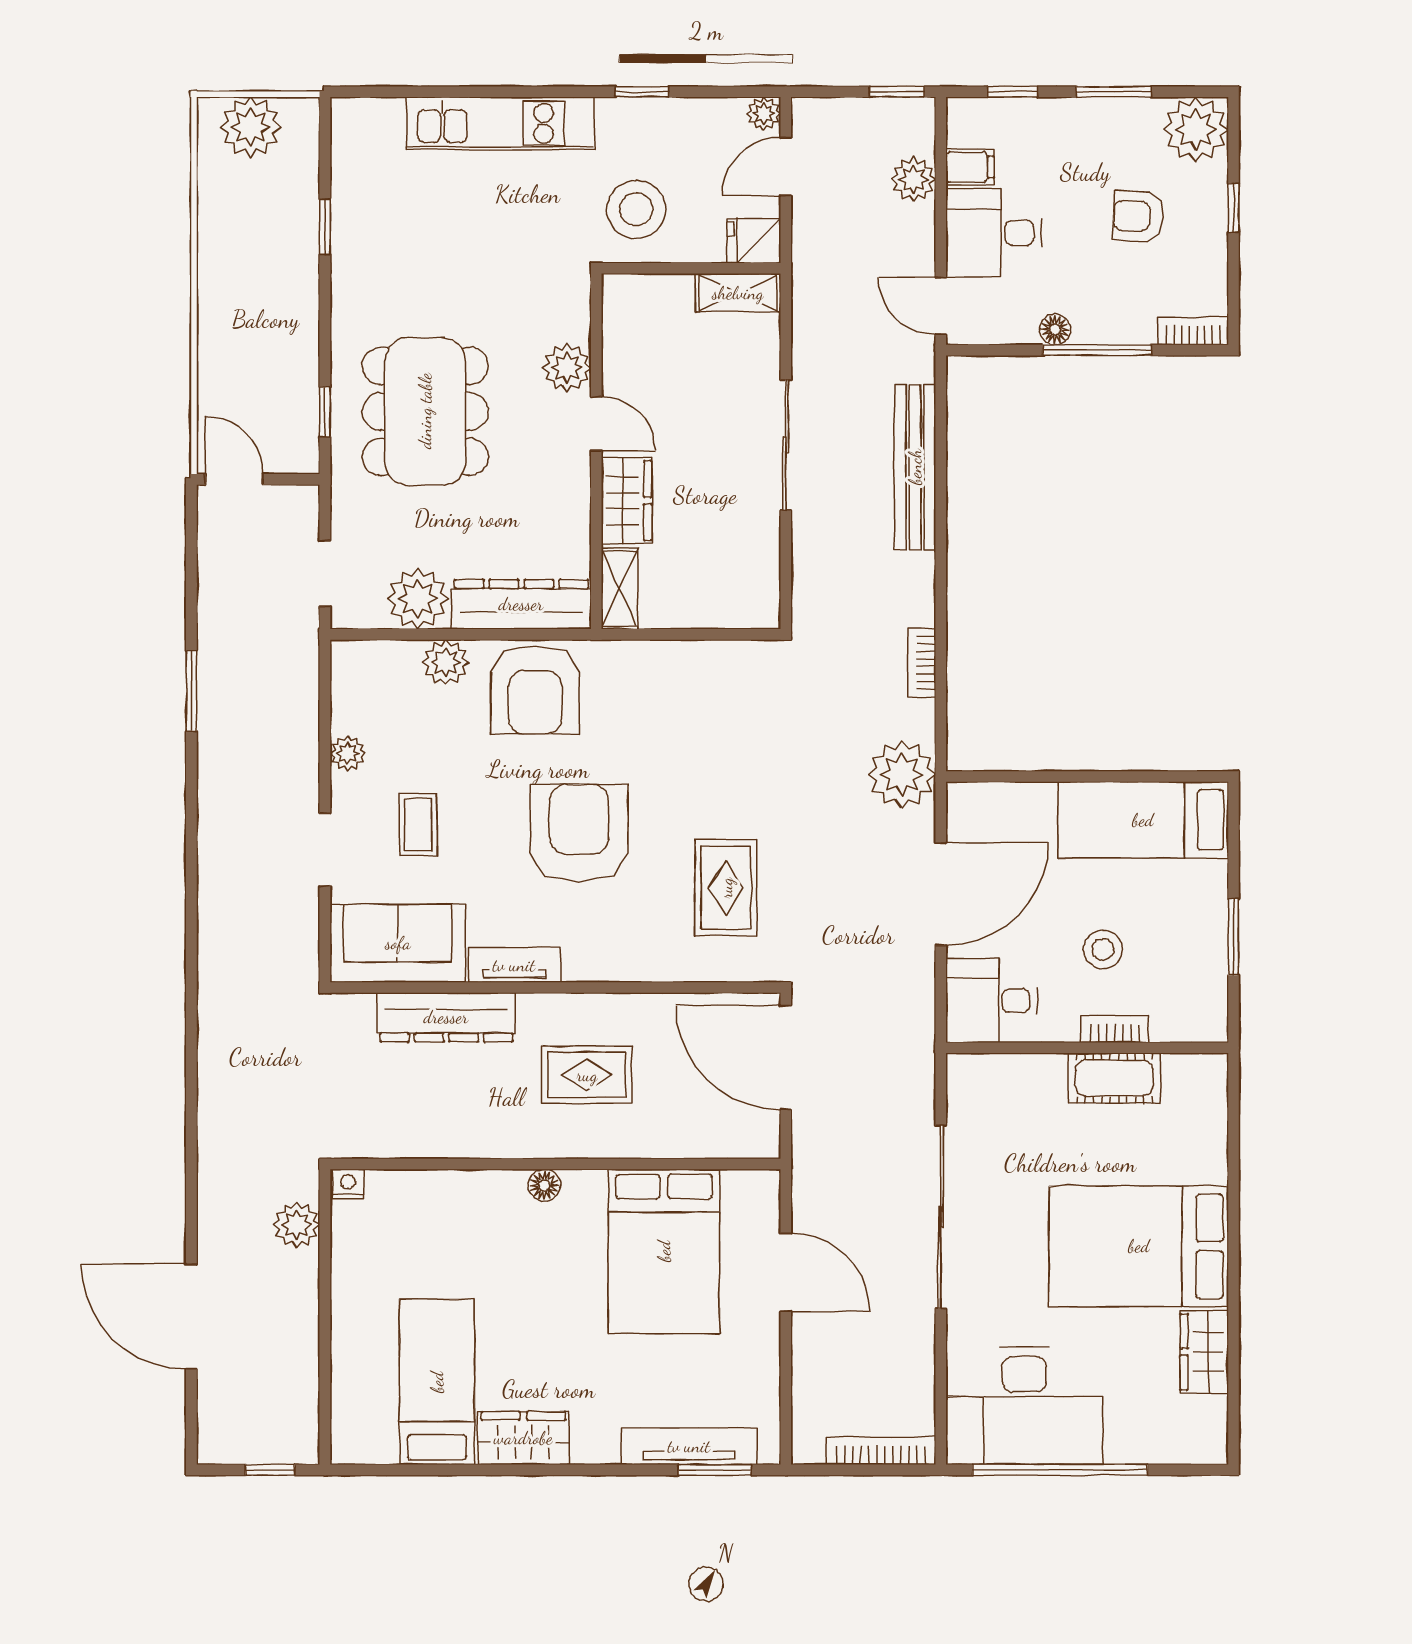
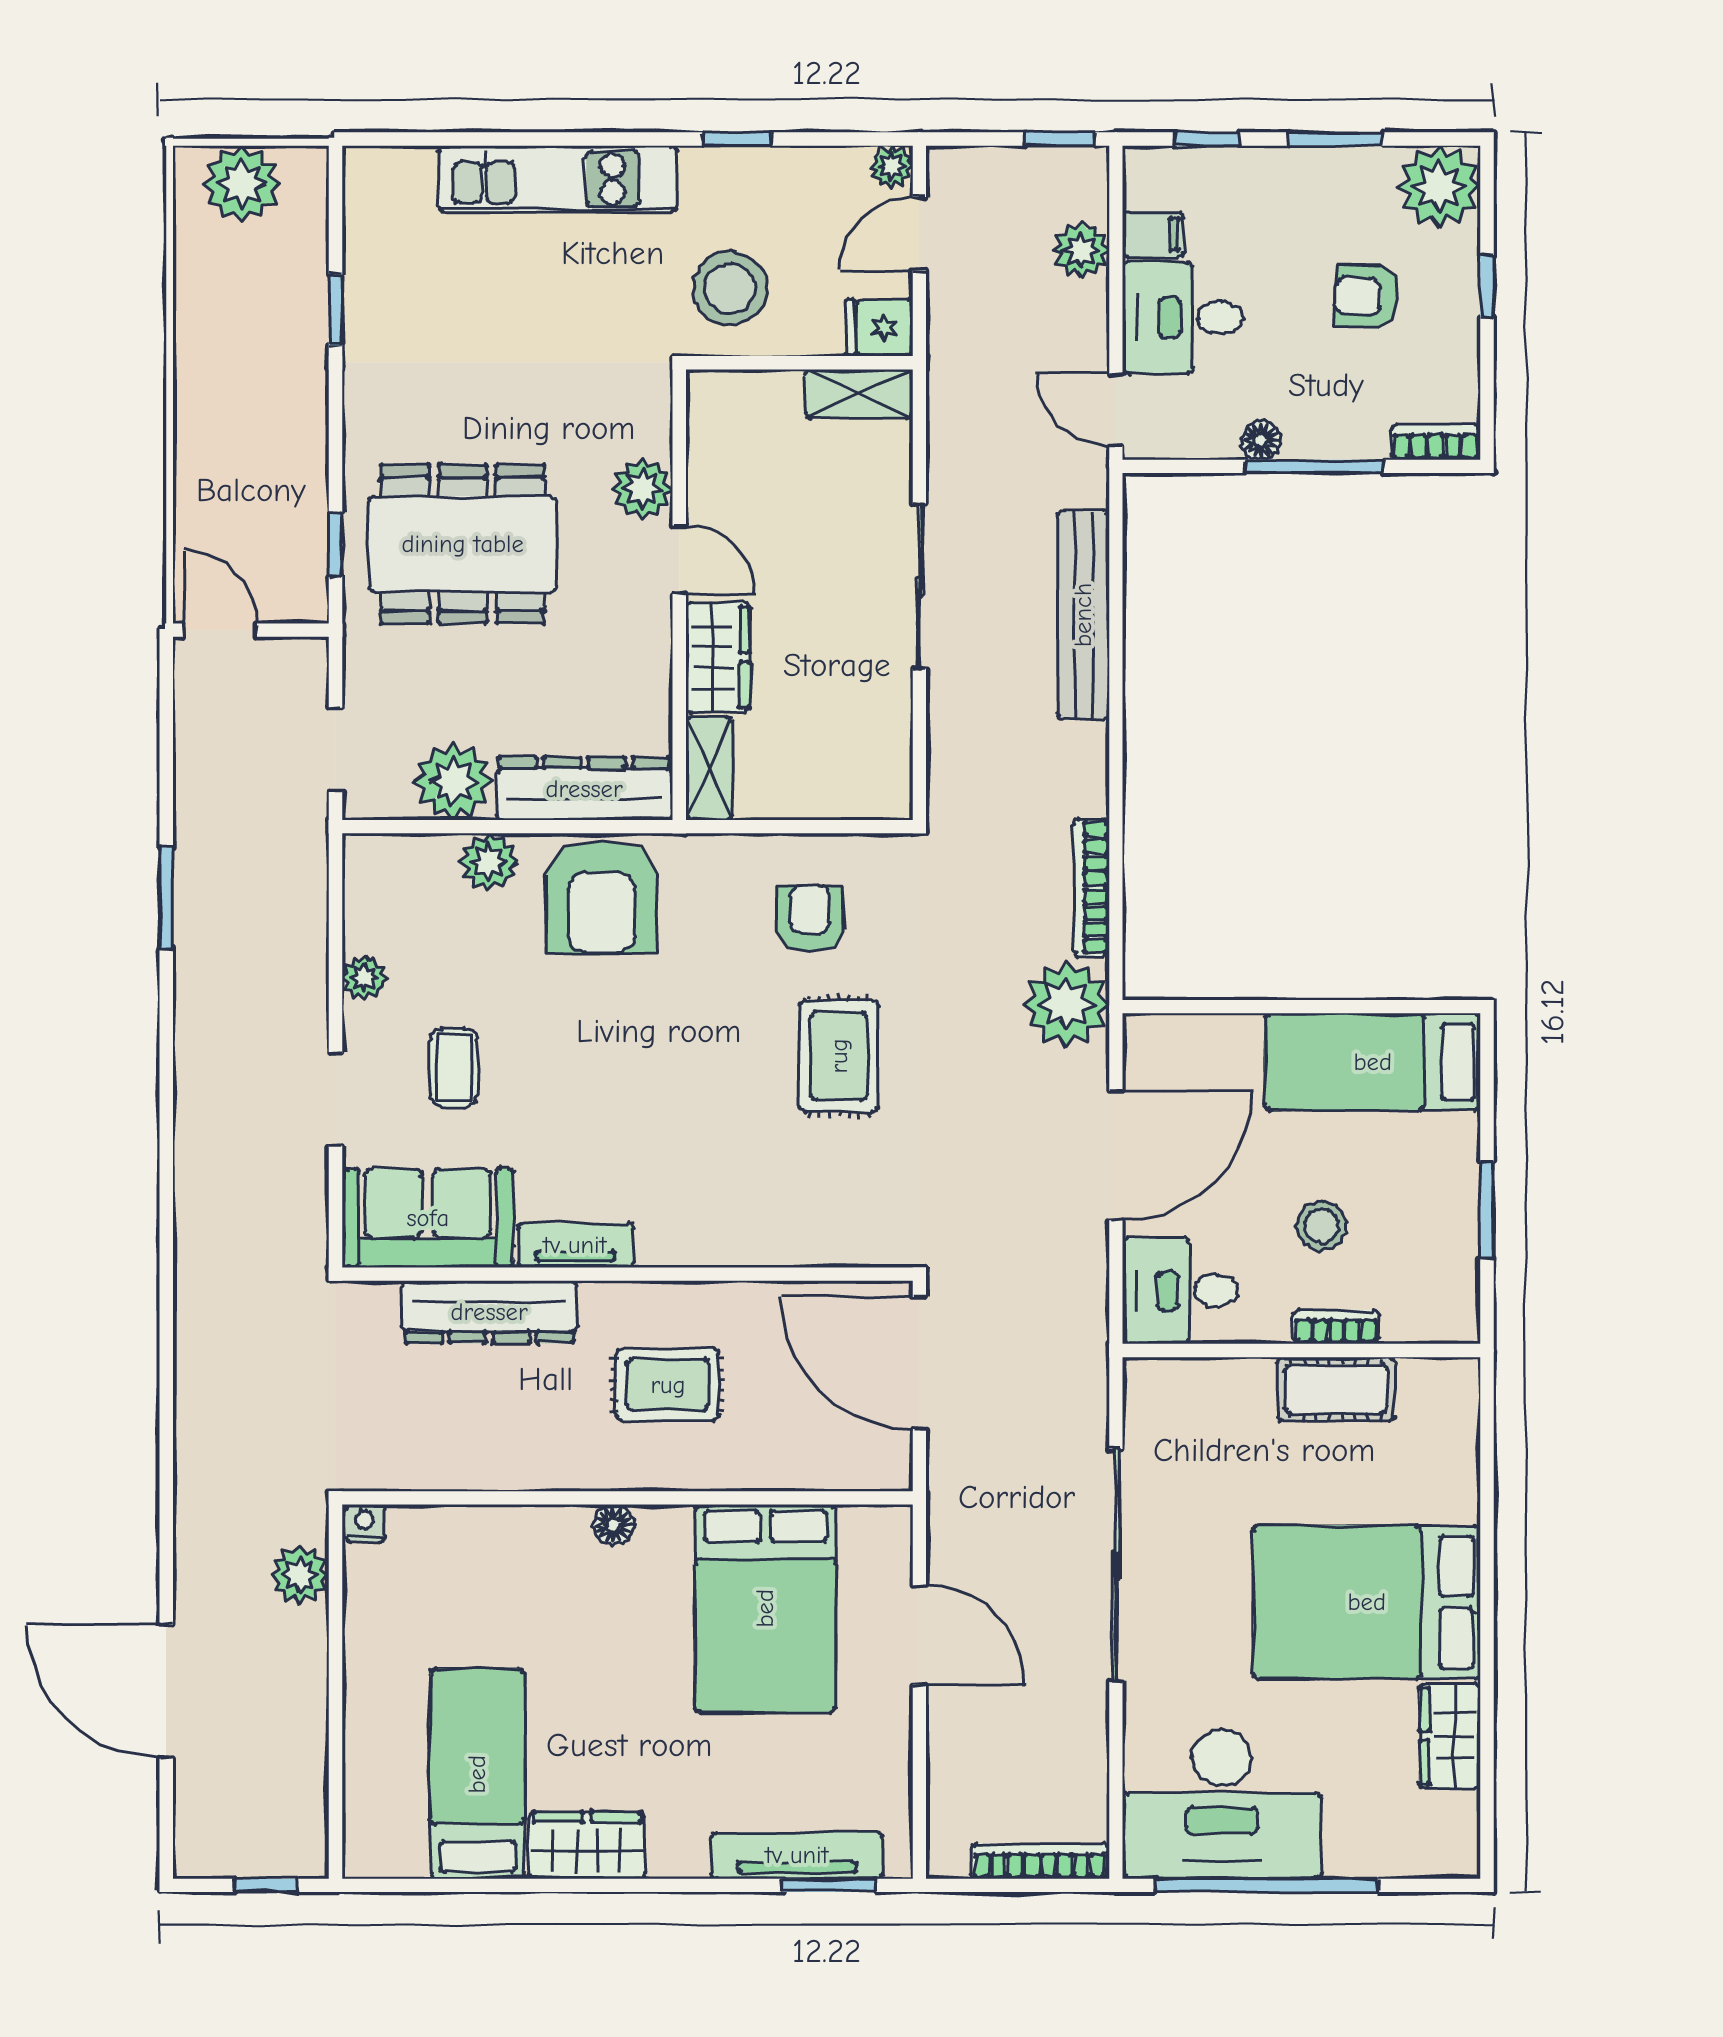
dining table: (425, 411) -> (463, 544), turned 90
bookcase: (922, 663) -> (1092, 888), width x1.56
armchair: (579, 833) -> (810, 919), moved, width x0.53, depth x0.53
rug: (726, 888) -> (839, 1056), moved

